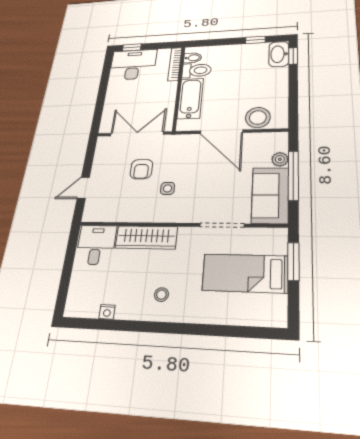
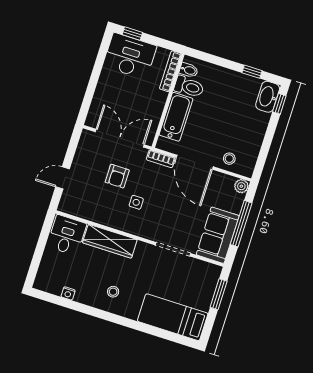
stool: (258, 118) -> (229, 159), width x0.53, depth x0.53
bookcase: (184, 139) -> (161, 159), added
plant: (280, 159) -> (241, 186), moved
bed: (245, 273) -> (173, 317), moved

